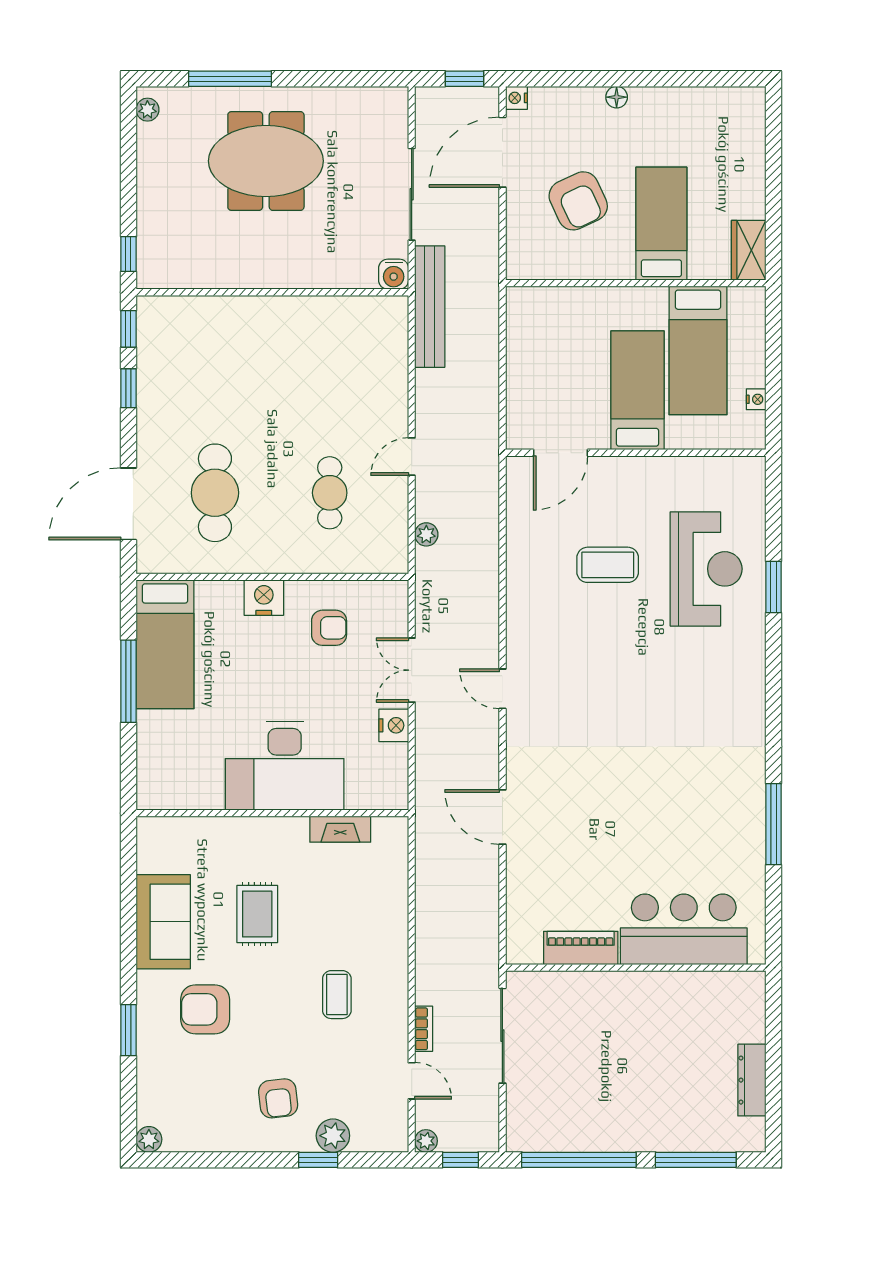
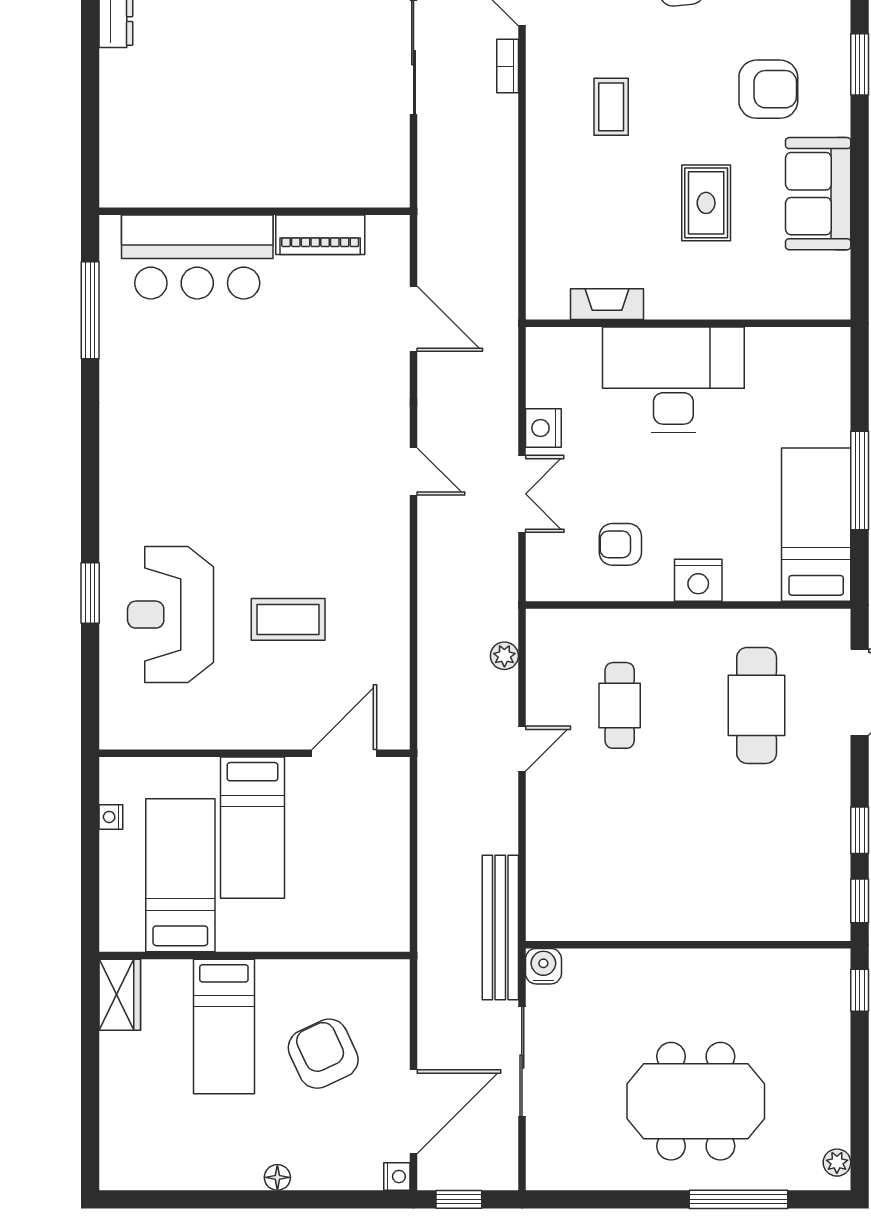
bar counter: (684, 929) -> (197, 257), moved
piano: (581, 948) -> (320, 235), moved
wall: (636, 968) -> (255, 211), moved

